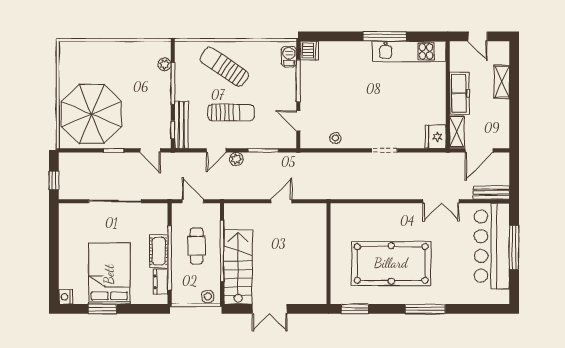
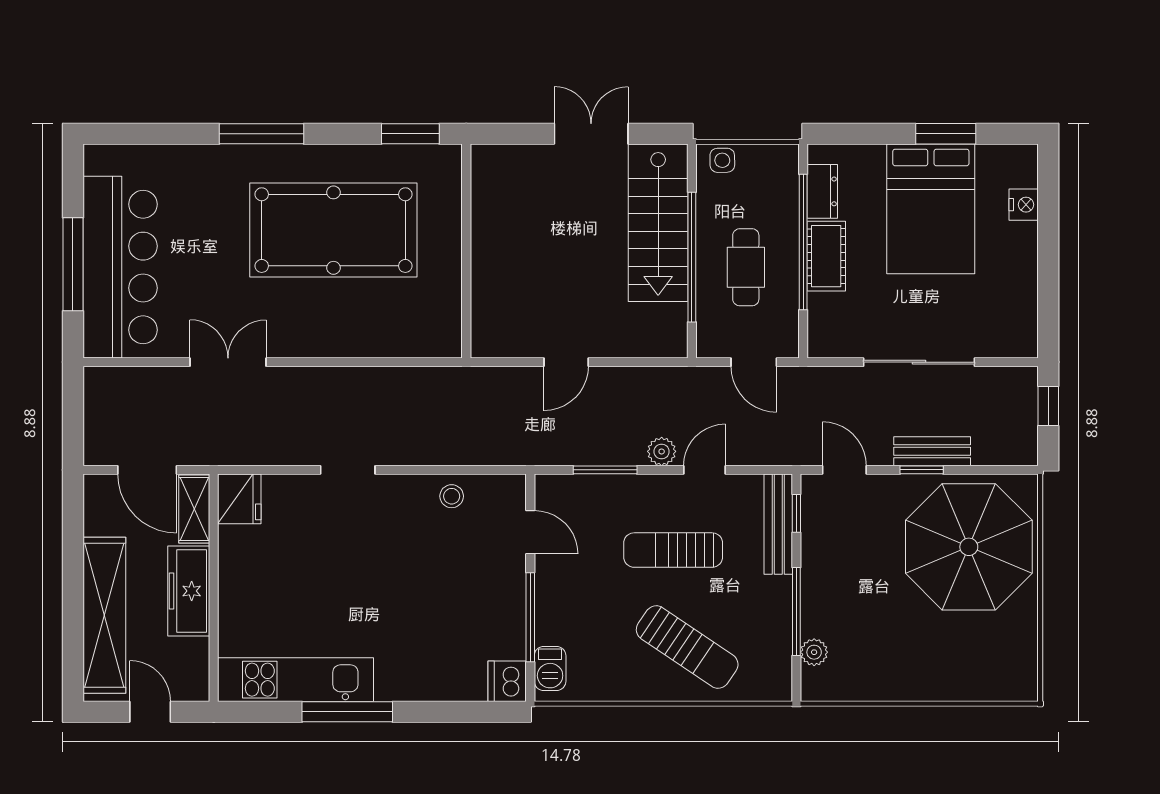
shelving: (502, 82) -> (104, 615), width x2.20, depth x1.33
door: (479, 150) -> (147, 470), swing flipped
bench: (491, 192) -> (932, 451), moved
nightstand: (66, 297) -> (1024, 205), moved

